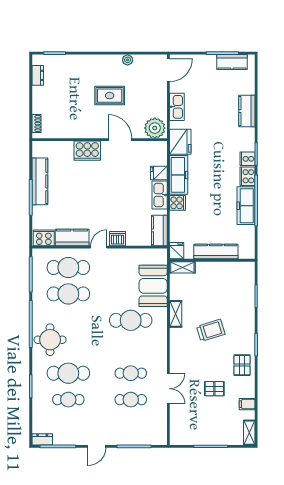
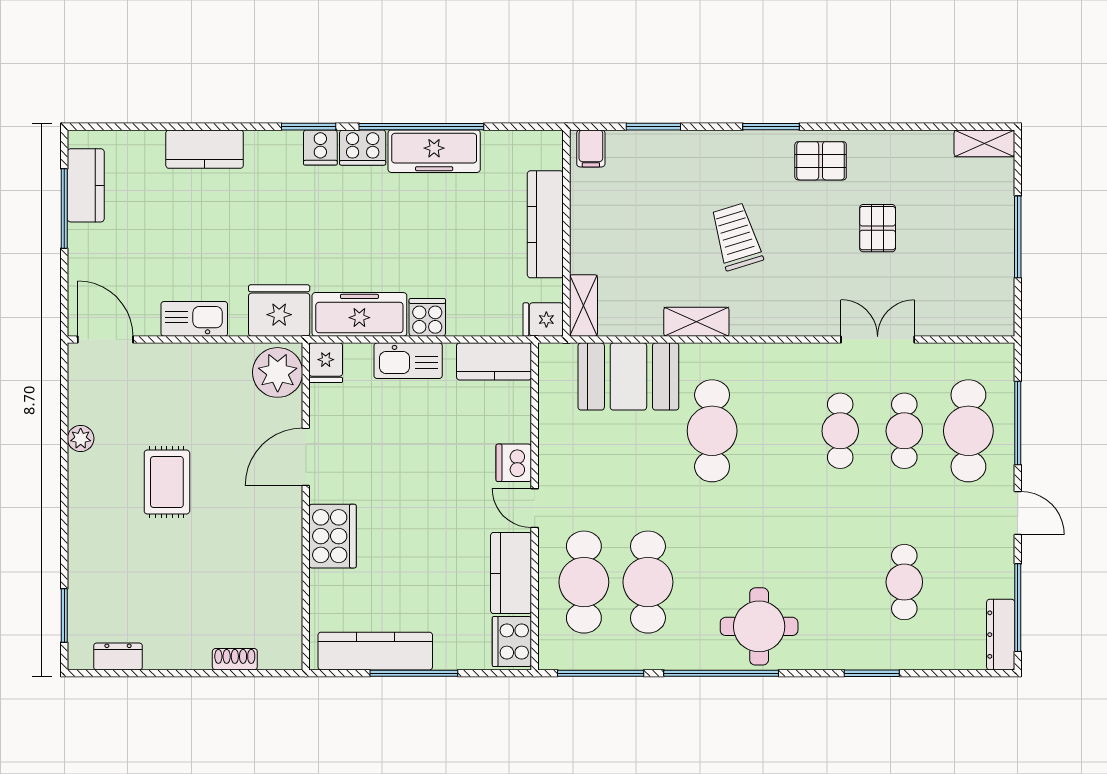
plant: (155, 128) -> (278, 372), moved
wall: (100, 140) -> (306, 506), moved
door: (120, 140) -> (306, 457), moved
cooker: (87, 151) -> (333, 536), moved
fridge: (159, 173) -> (326, 363), moved
cafe table: (68, 373) -> (968, 431), moved
filing cabinet: (247, 404) -> (591, 148), moved
dresser: (42, 439) -> (1001, 635), width x1.44

